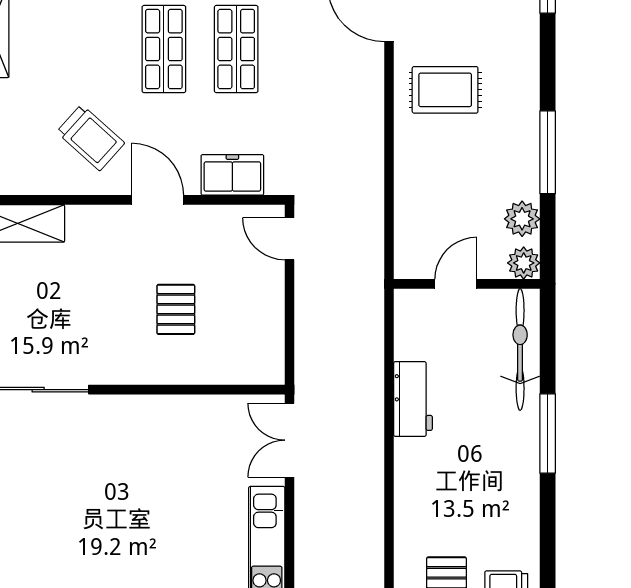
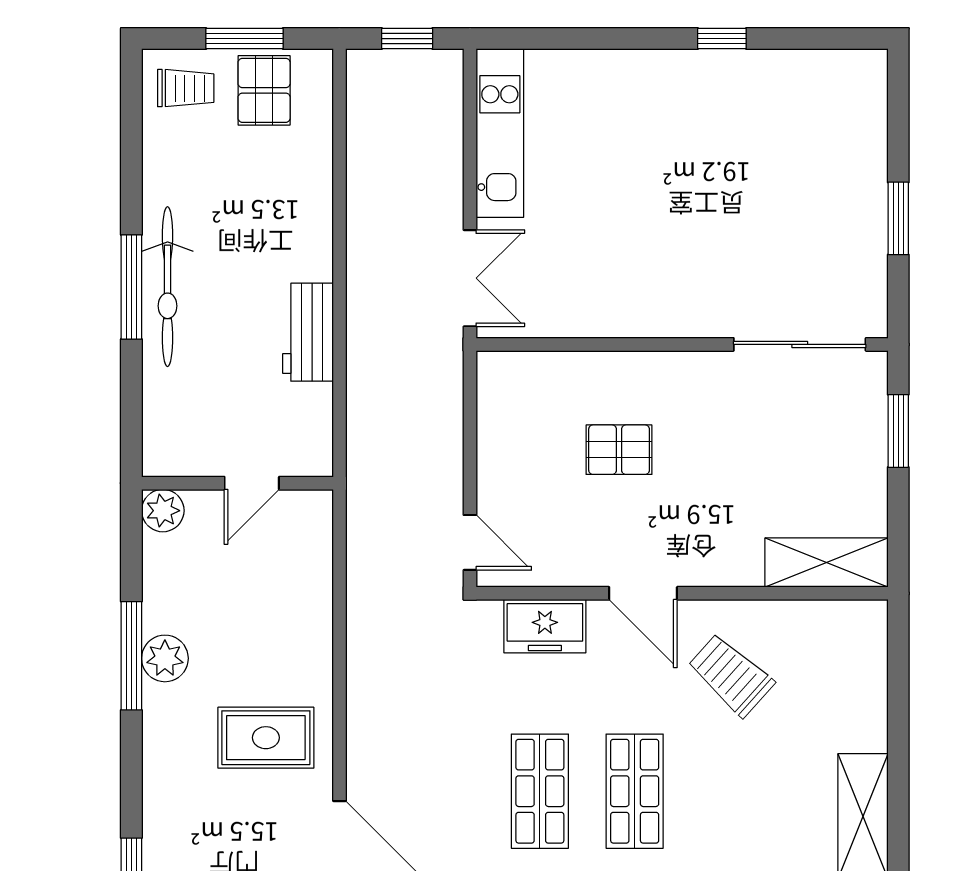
plant: (522, 219) -> (165, 658), moved
pallet: (176, 309) -> (619, 450), turned 90
bicycle: (520, 349) -> (168, 287), moved

